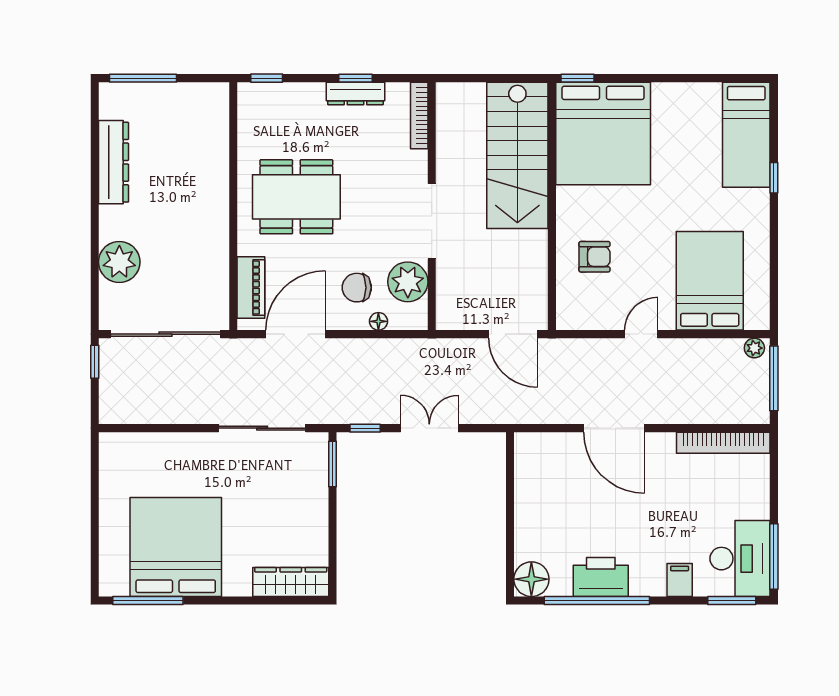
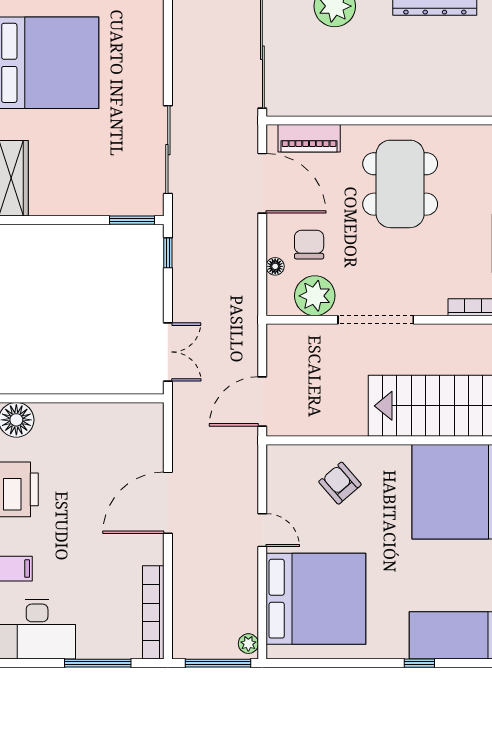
armchair: (594, 257) -> (340, 483), turned 139
bed: (710, 281) -> (316, 599), width x1.36
double door: (429, 428) -> (168, 352), moved
window: (774, 557) -> (98, 663), moved

